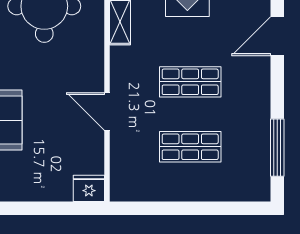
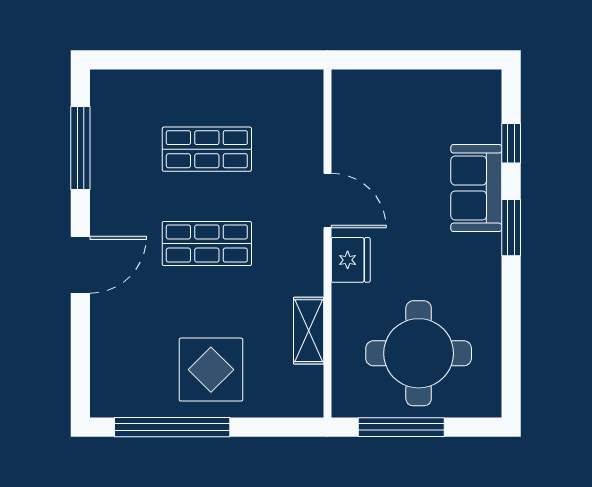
door: (277, 36) -> (80, 265), moved
fridge: (89, 188) -> (351, 260), moved, turned -90

